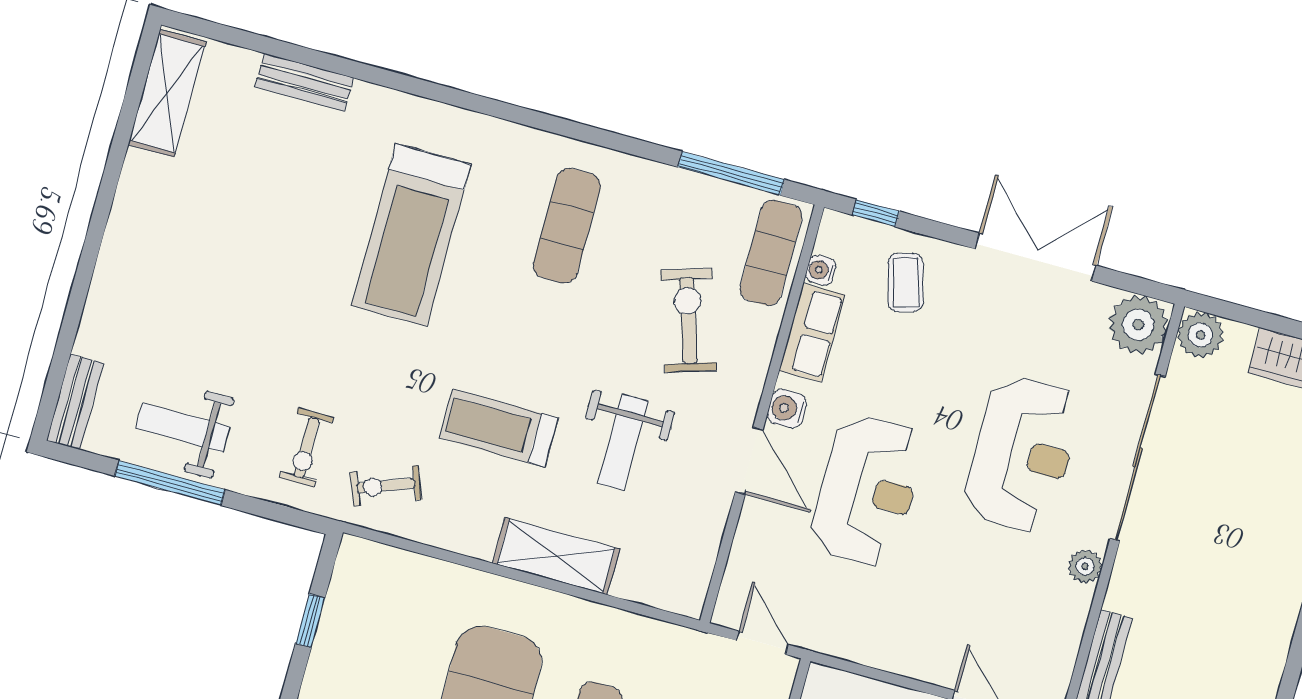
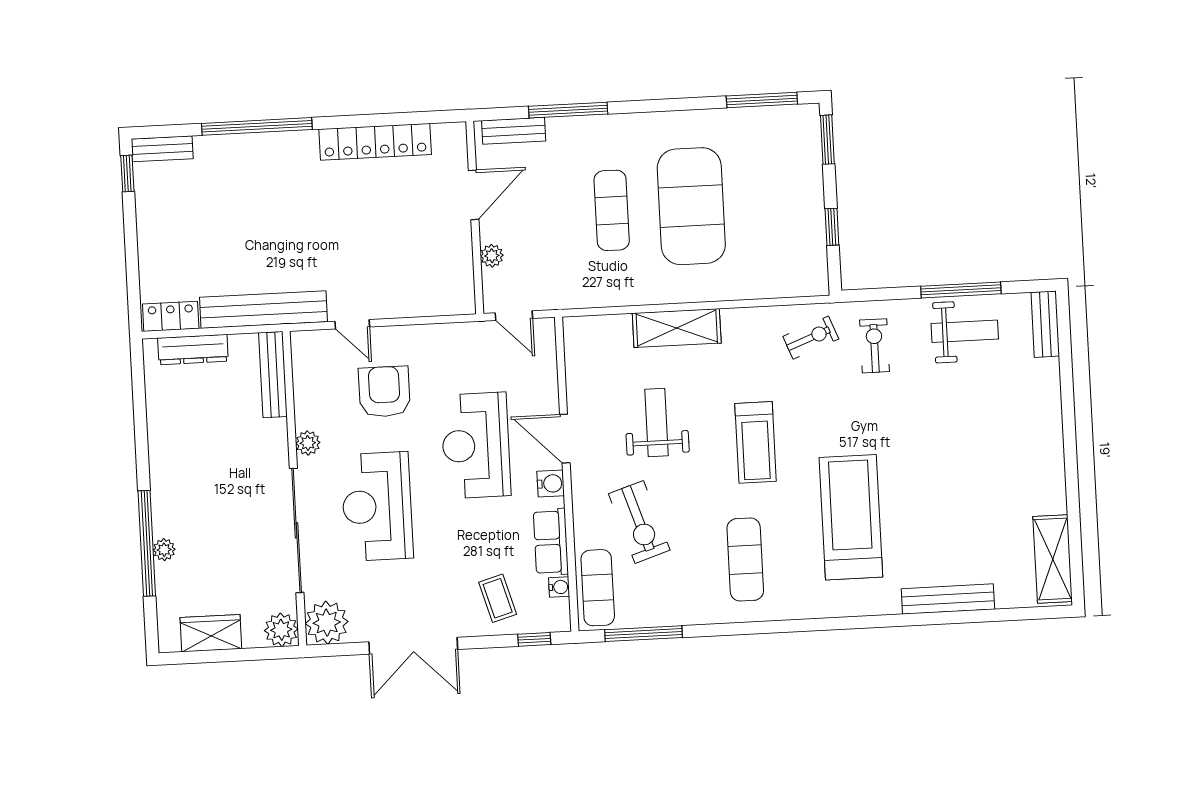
bench: (304, 82) -> (948, 599), width x1.36
treadmill: (499, 428) -> (756, 442), moved, turned 90
armchair: (963, 600) -> (384, 392), added

